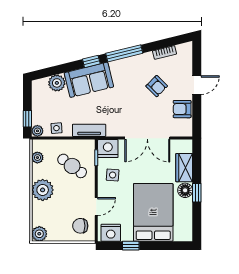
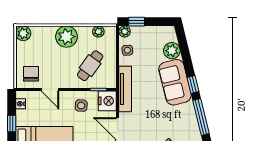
tv unit: (89, 130) -> (125, 89), width x1.41
nightstand: (111, 233) -> (21, 104), width x0.53, depth x0.56

